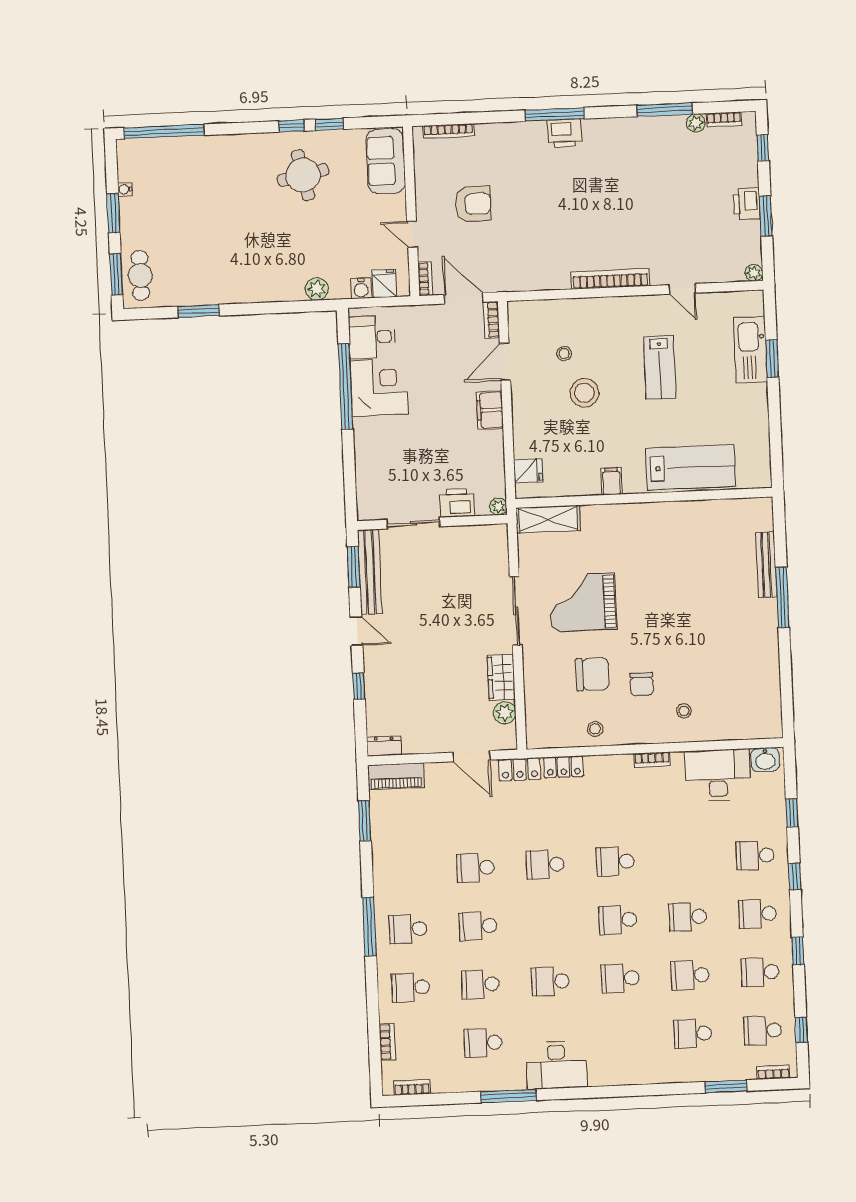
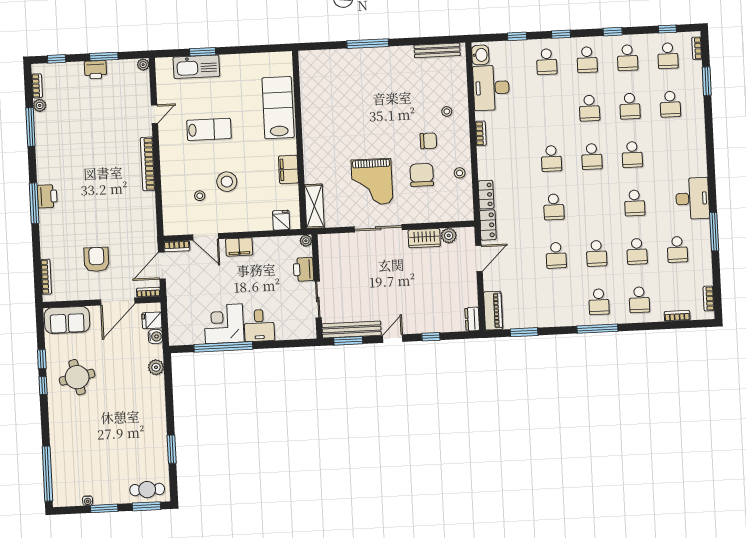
door: (412, 234) -> (118, 301), width x1.88
desk: (372, 337) -> (259, 326), moved
filing cabinet: (611, 481) -> (288, 169), width x2.00
bench: (766, 565) -> (437, 50), moved

